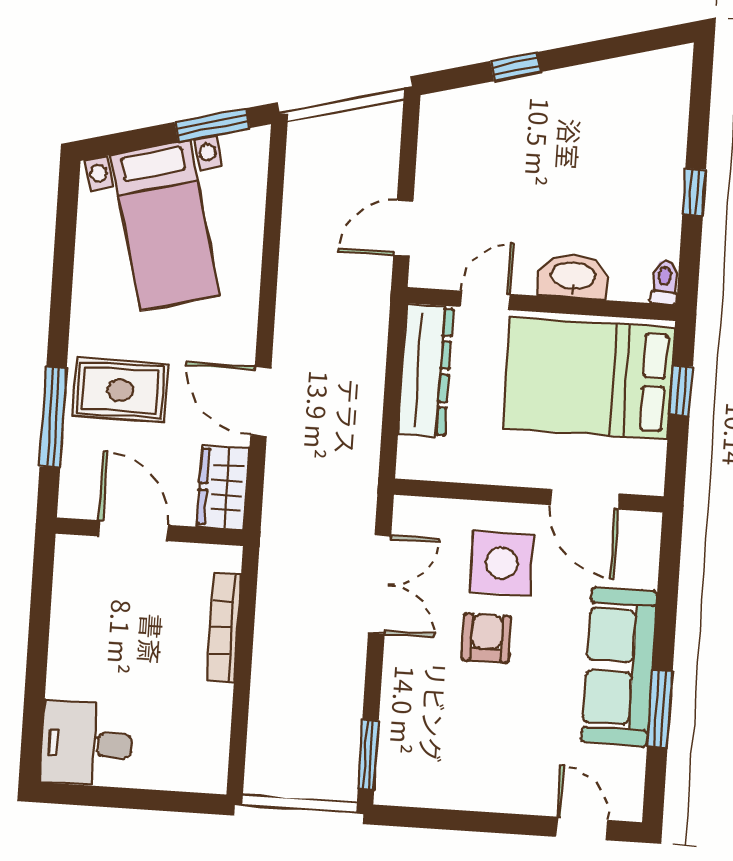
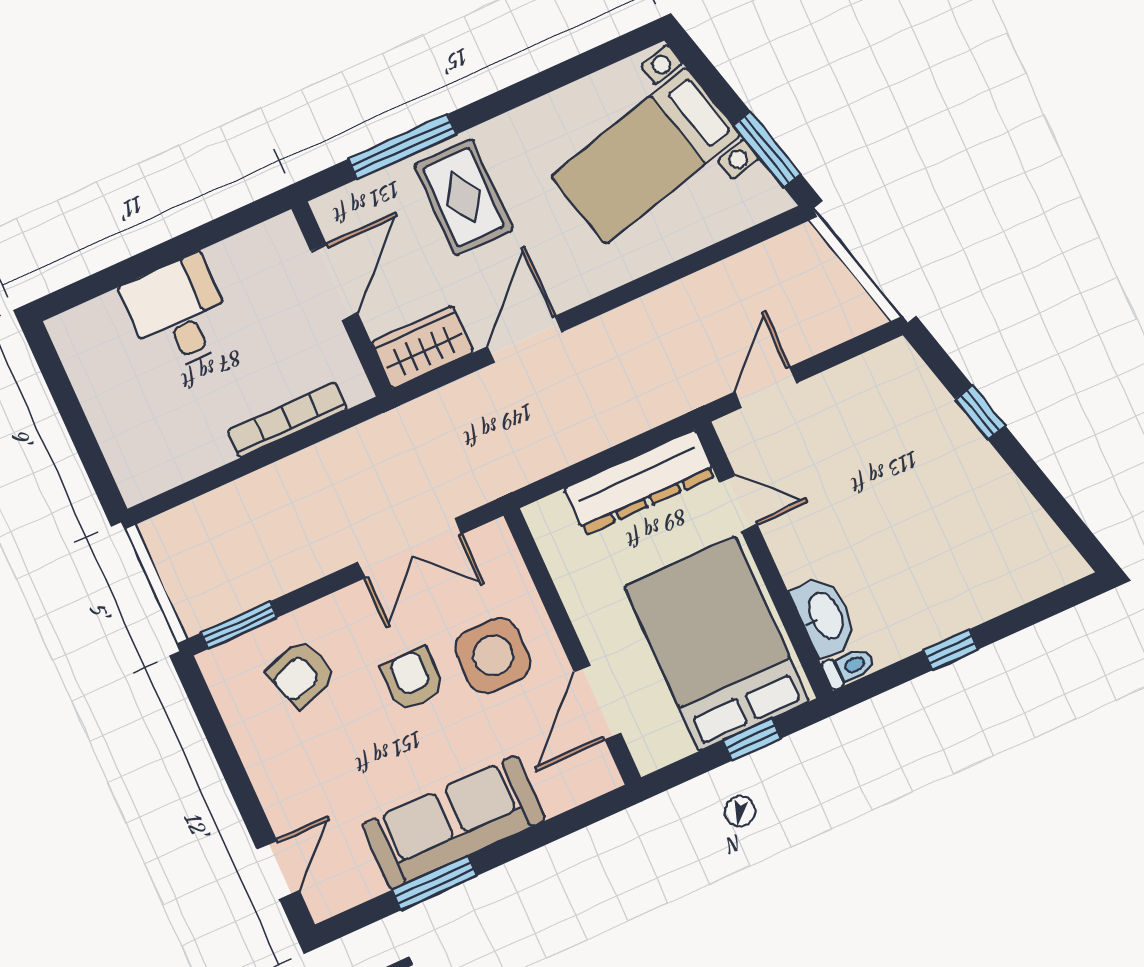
door: (403, 228) -> (766, 387), hinge flipped
washbasin: (573, 277) -> (825, 616), moved
armchair: (487, 638) -> (413, 679), turned -90
armchair: (434, 725) -> (301, 674), added
desk: (87, 744) -> (179, 314), moved

